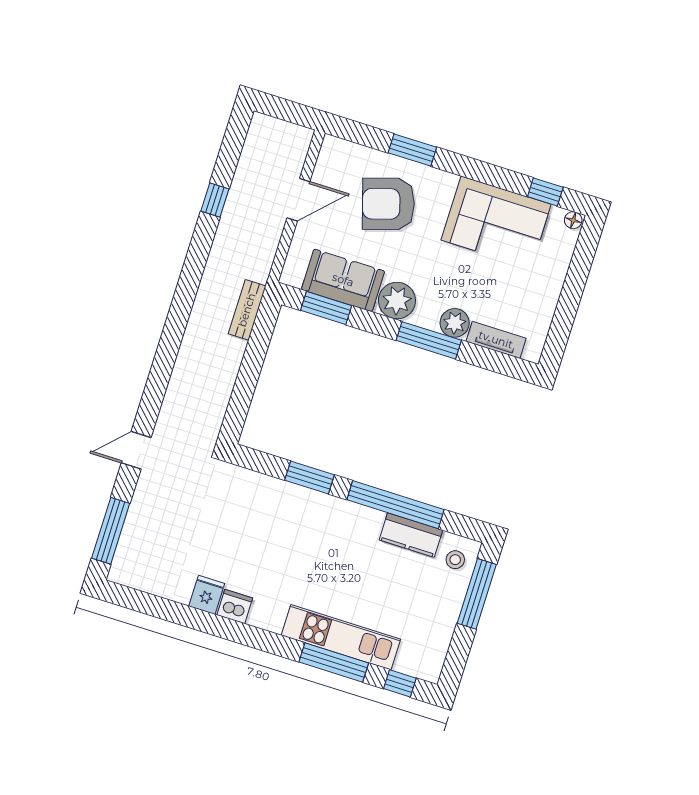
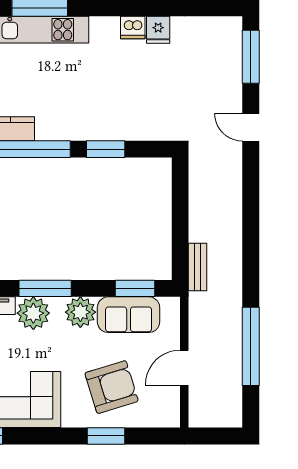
window: (215, 200) -> (251, 346), width x3.17
plant: (455, 323) -> (33, 313), width x1.36, depth x1.36
door: (136, 450) -> (251, 127), swing flipped

